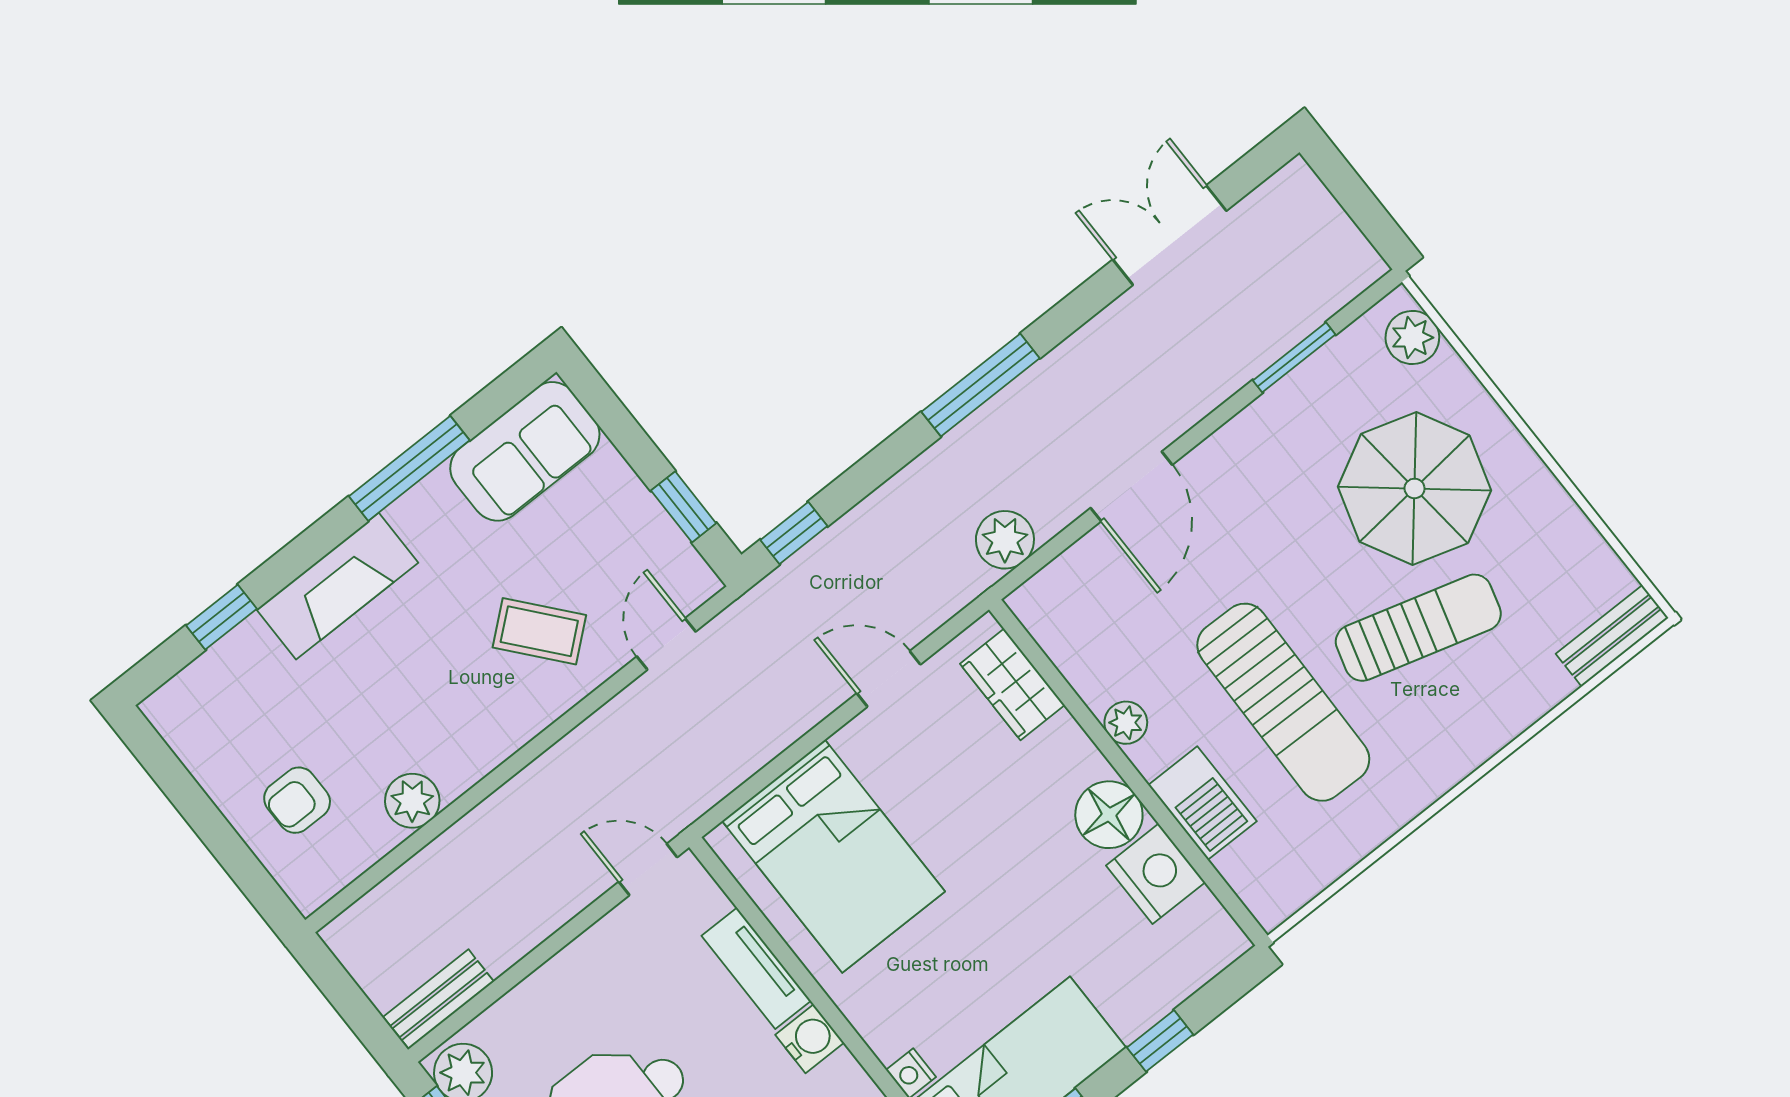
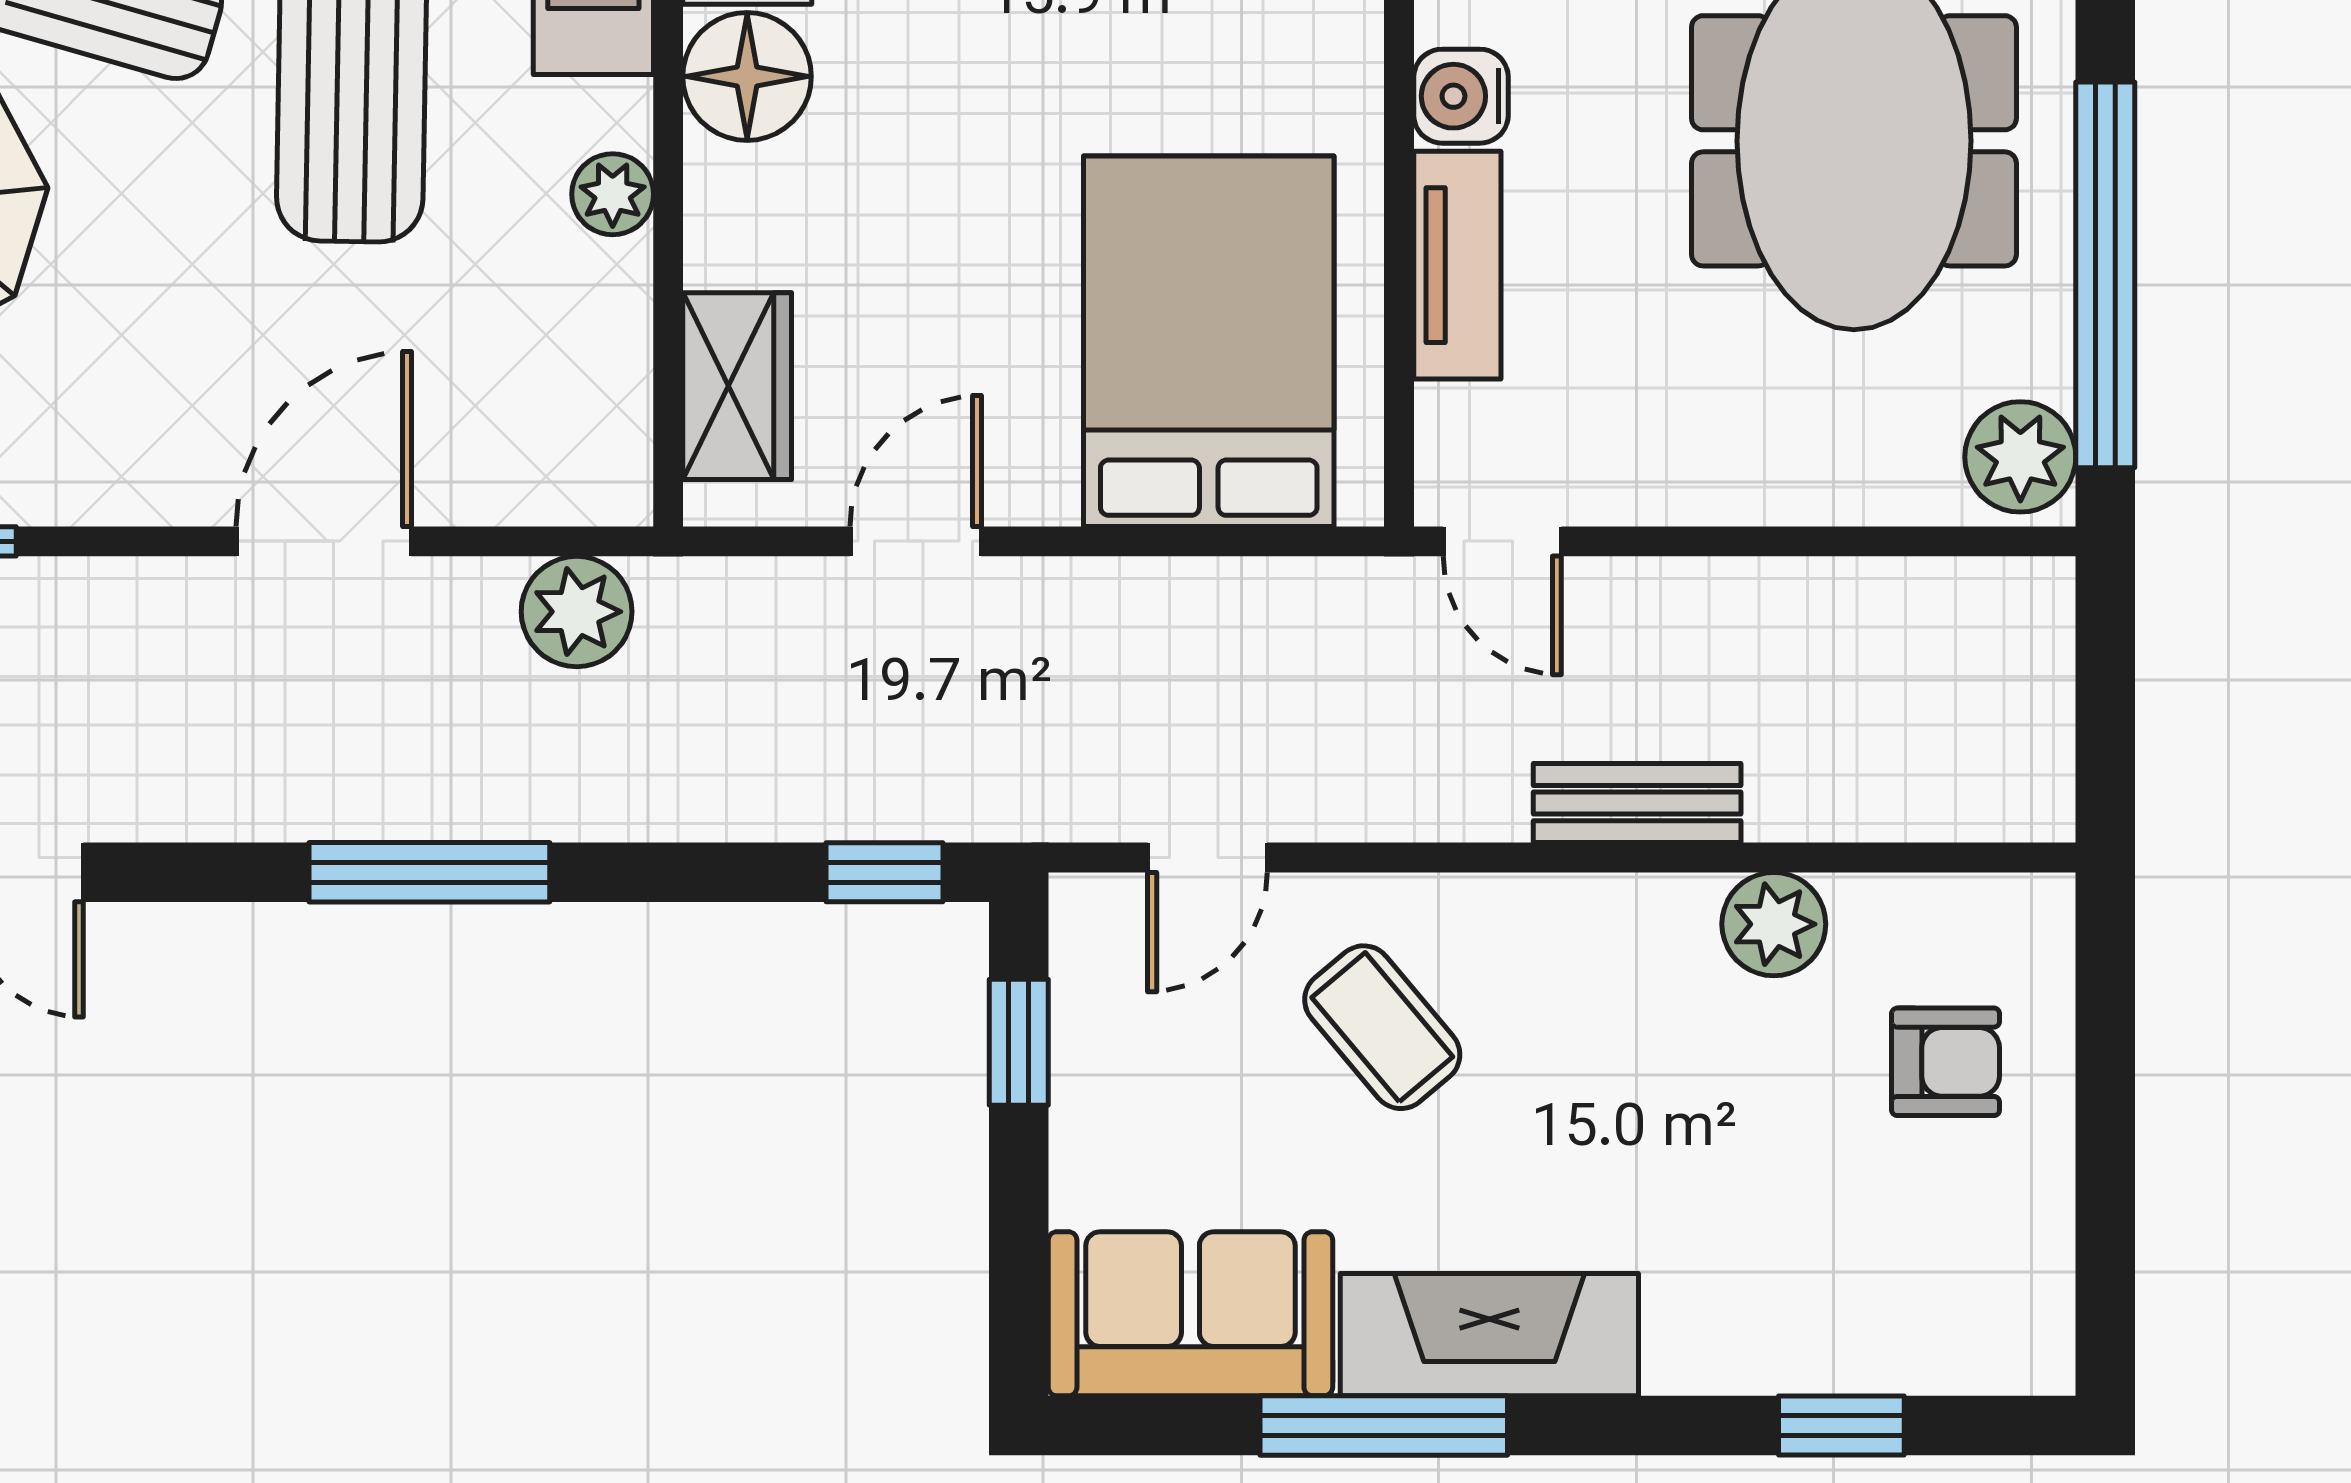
fireplace: (337, 586) -> (1489, 1335), moved
door: (889, 679) -> (916, 541), swing flipped
bench: (439, 999) -> (1637, 803), moved

